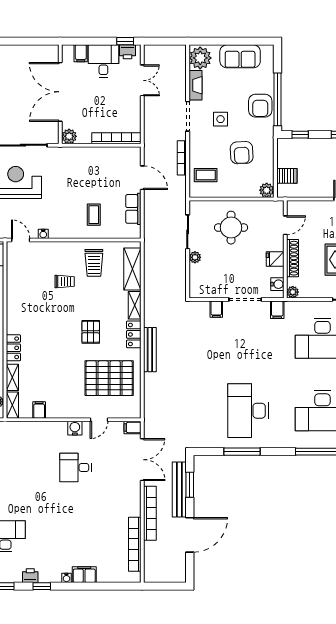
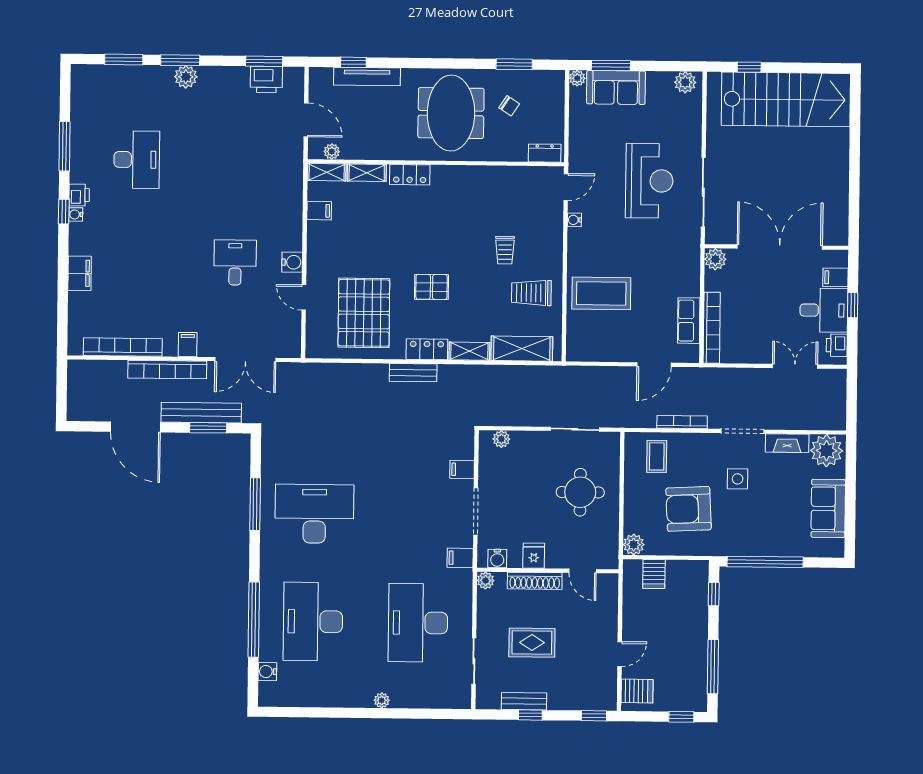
window: (125, 41) -> (853, 305), moved
double door: (142, 80) -> (795, 366), swing flipped
armchair: (260, 106) -> (756, 537), removed
armchair: (242, 153) -> (689, 509), width x1.36, depth x1.36
row of seats: (133, 209) -> (689, 321), moved, turned -90
coffee table: (94, 215) -> (601, 293), width x1.86, depth x1.72
plant: (195, 257) -> (501, 439), moved
bench: (150, 350) -> (413, 373), width x0.73
filing cabinet: (132, 428) -> (188, 345), moved
water cooler: (66, 578) -> (76, 214), moved

